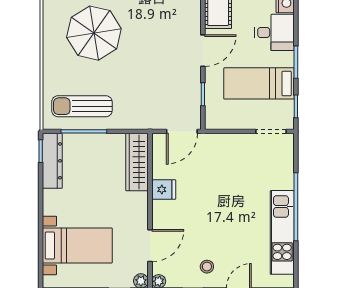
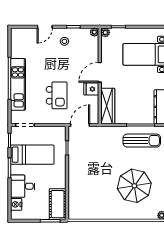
door: (203, 51) -> (67, 175), removed
kitchen island: (220, 179) -> (57, 95), added
kitchen unit: (282, 232) -> (18, 84), moved
door: (150, 246) -> (100, 72), moved

